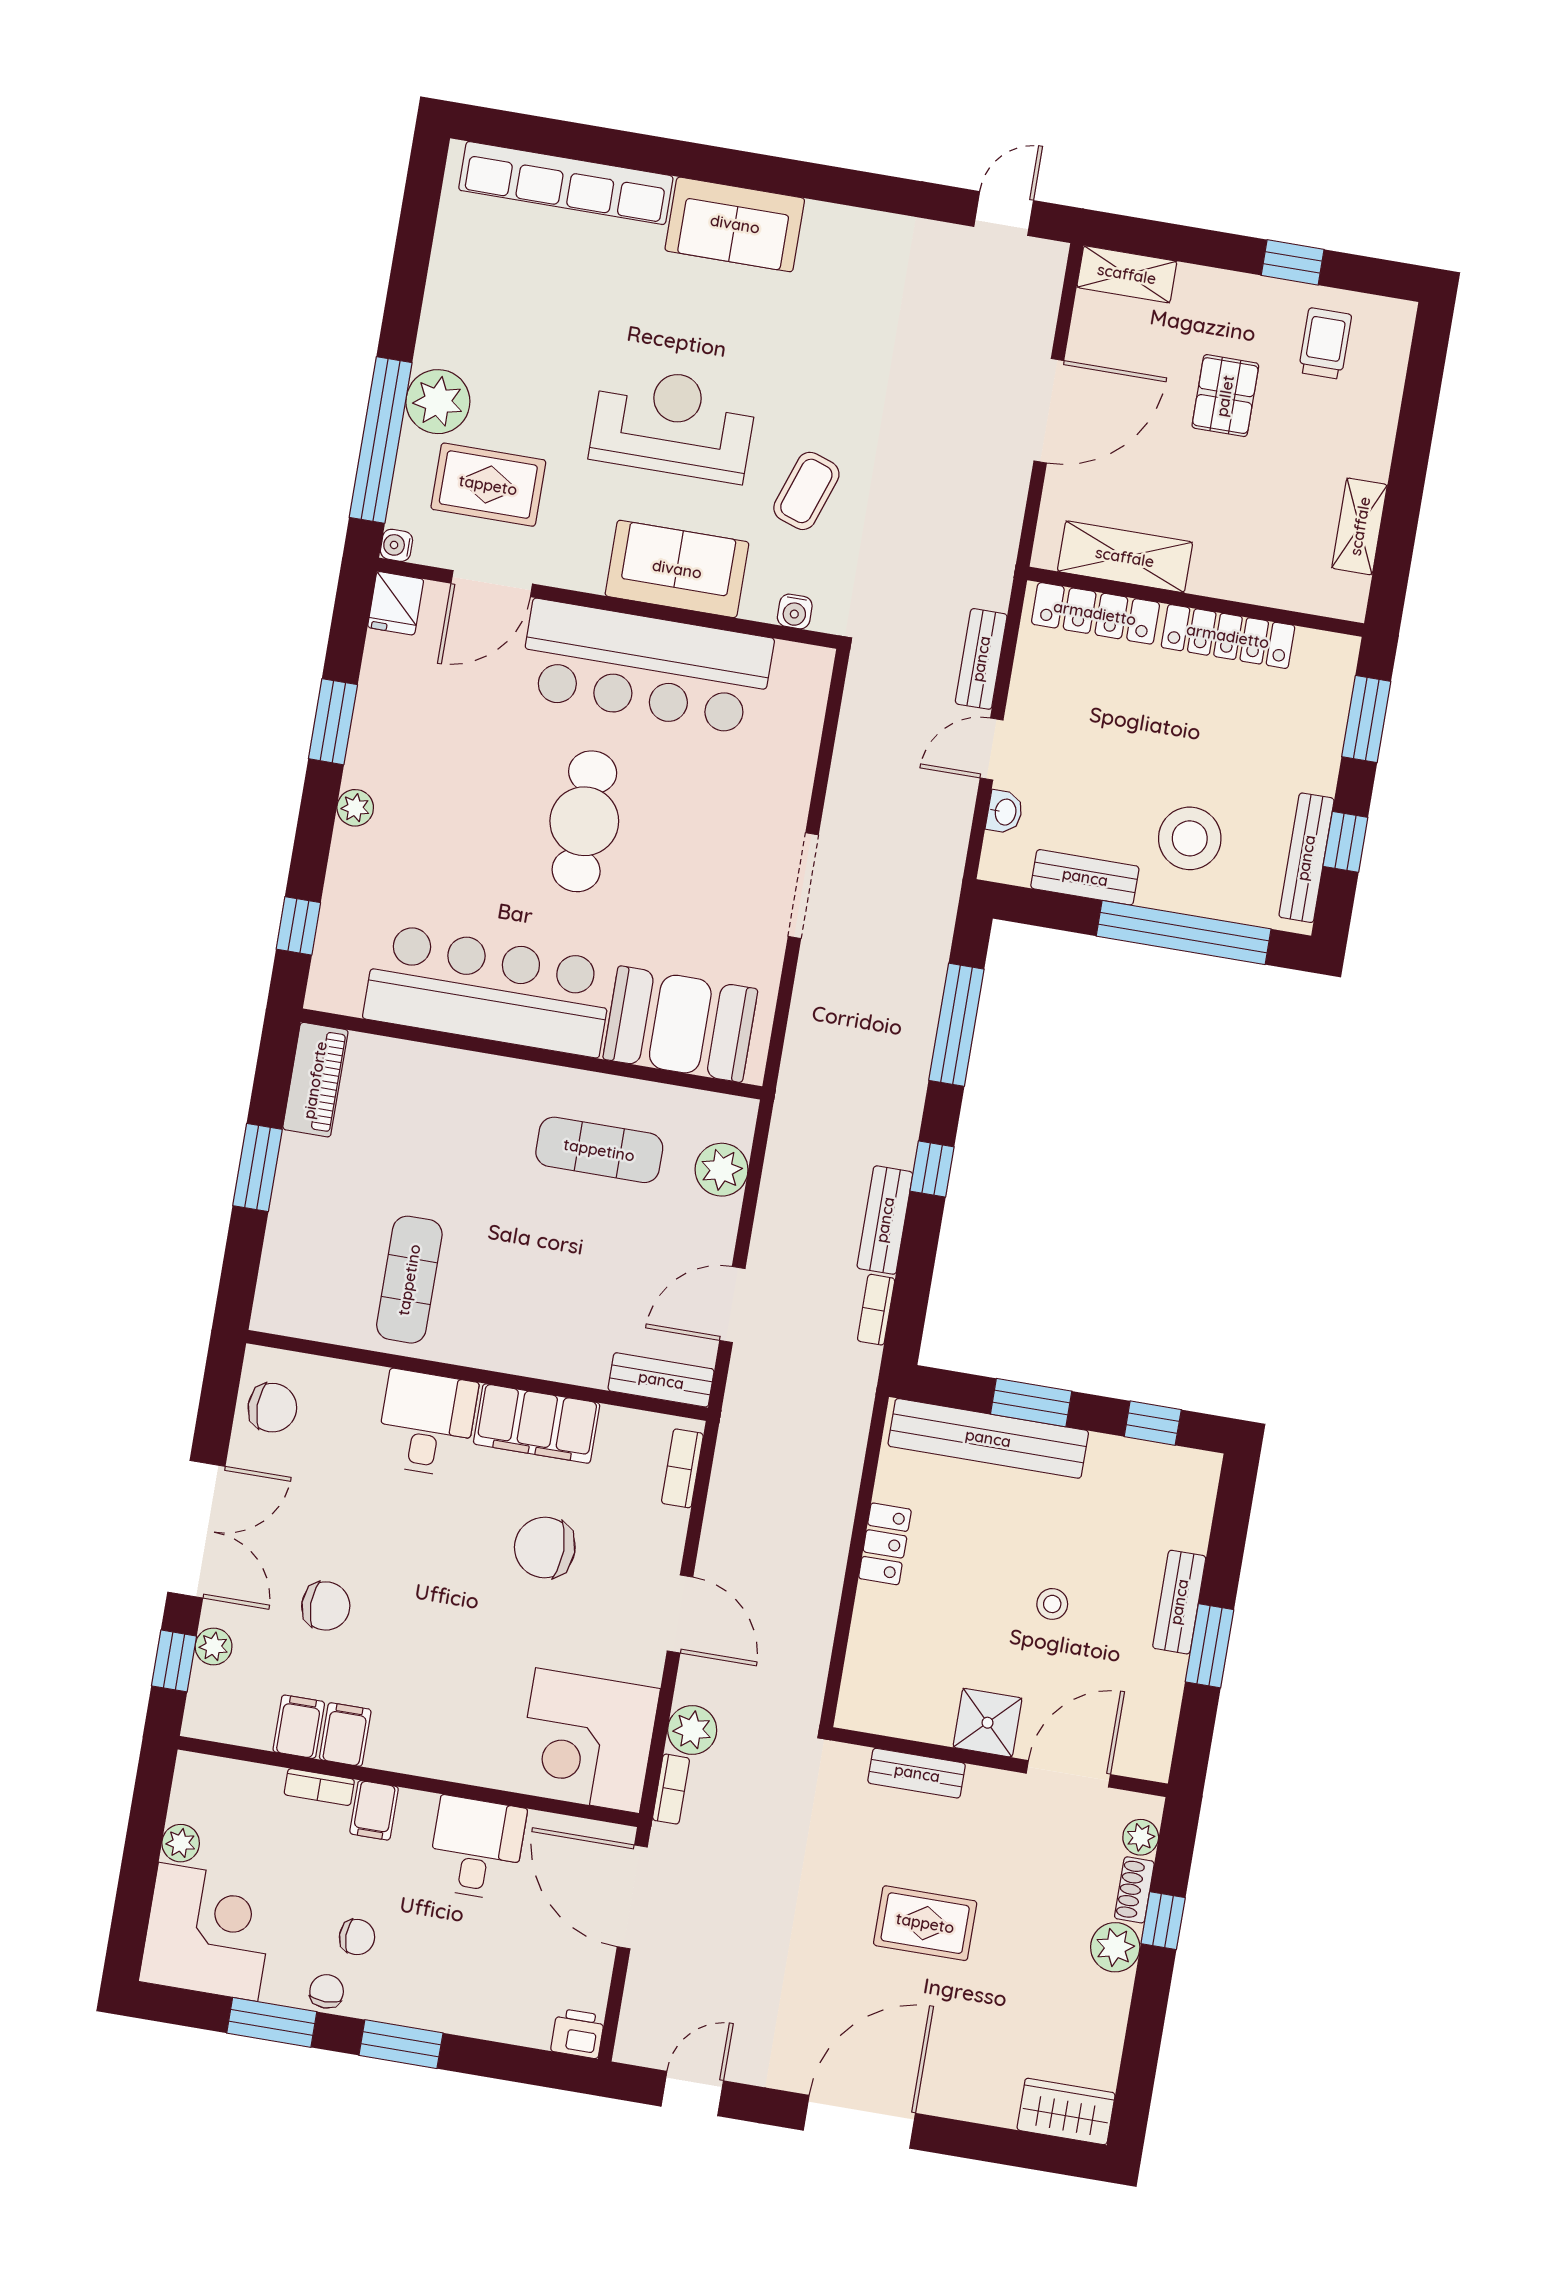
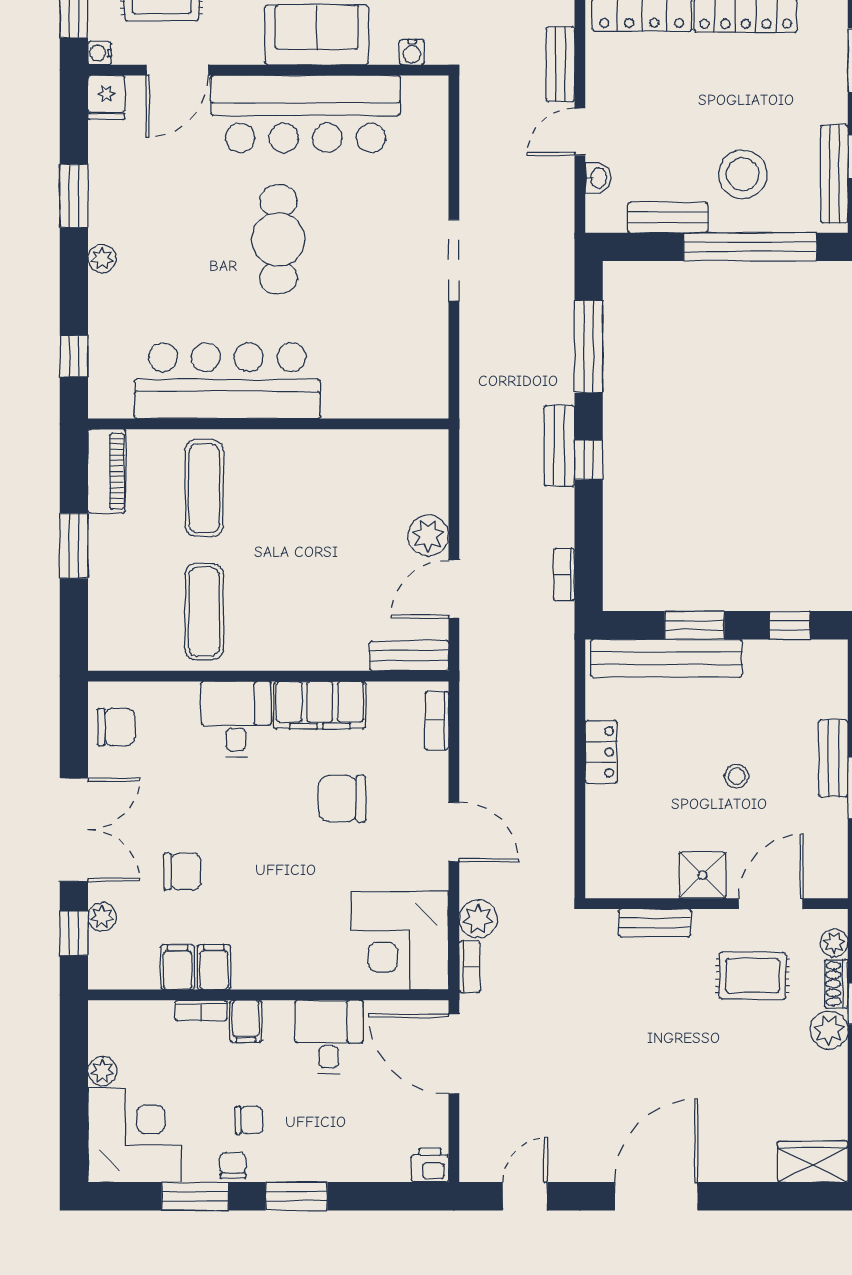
booth: (680, 1024) -> (378, 382), removed
exercise mat: (599, 1150) -> (204, 488), moved, turned 90
plant: (722, 1170) -> (428, 536), moved
bench: (885, 1220) -> (559, 446), moved
rug: (925, 1923) -> (753, 976), moved

